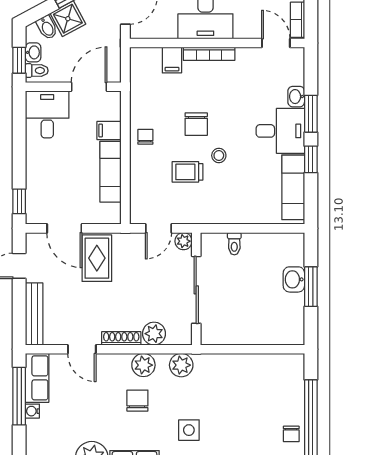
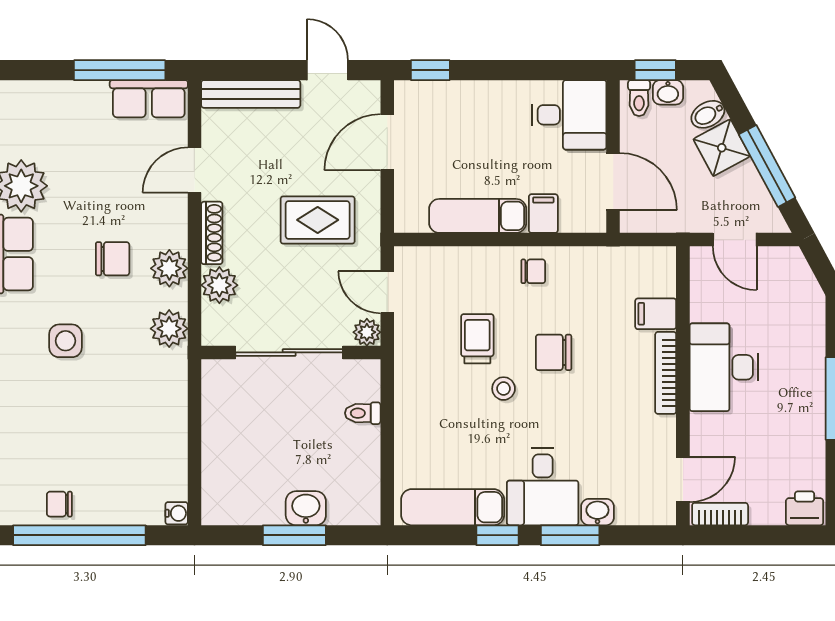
rug: (97, 258) -> (318, 220), moved
water cooler: (32, 411) -> (177, 513), moved, turned 90

